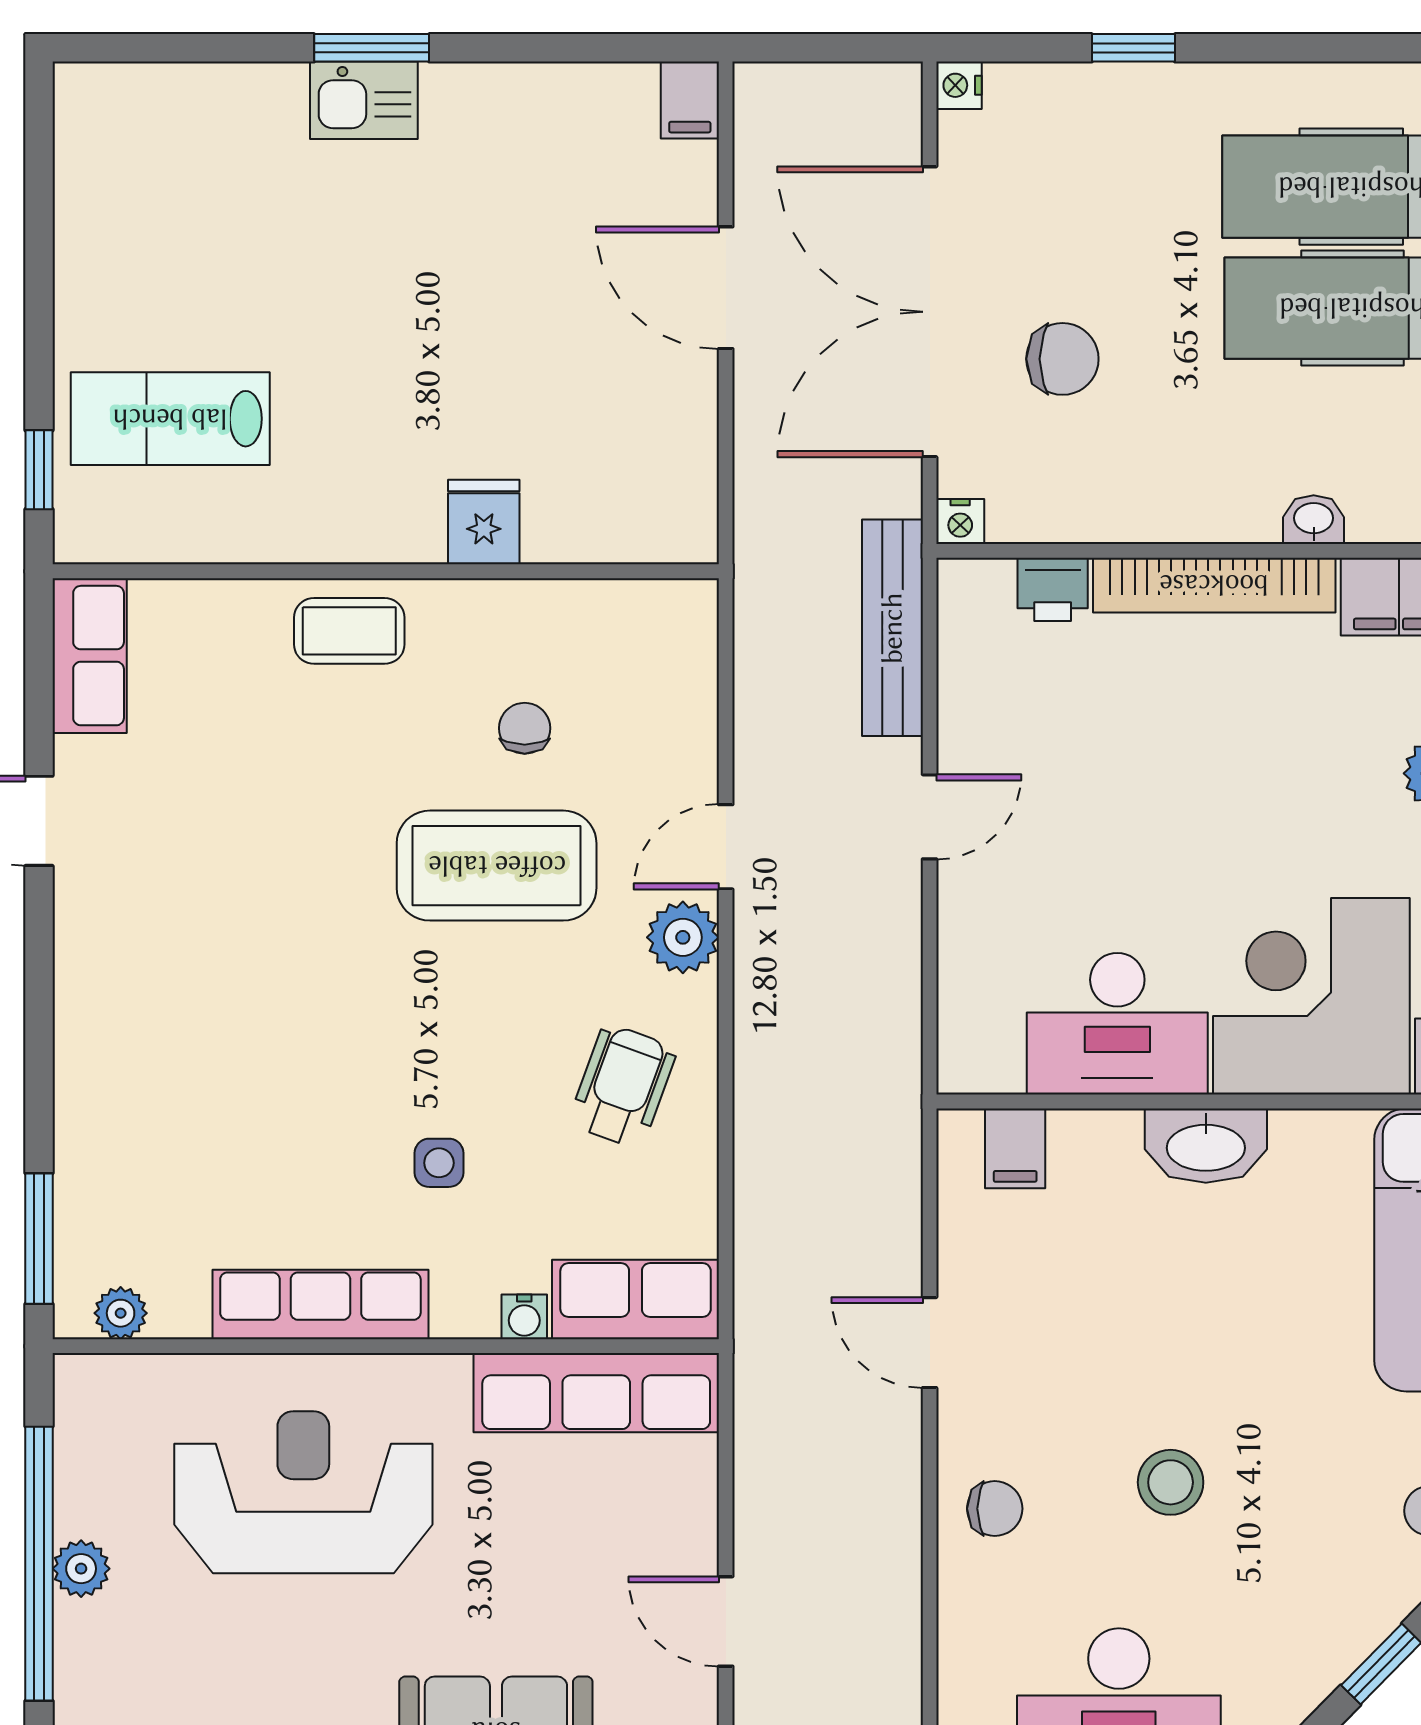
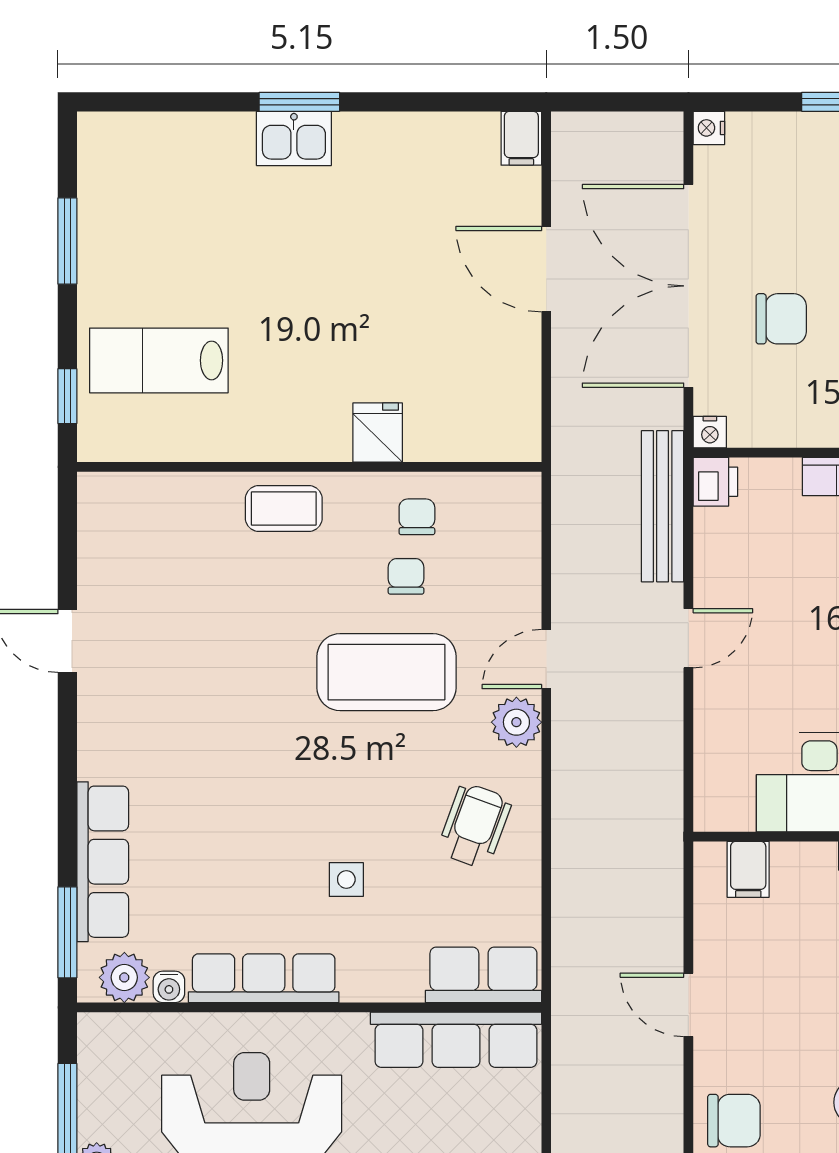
window: (39, 247) -> (67, 241), added
printer: (1053, 589) -> (715, 482), moved, turned -90
chair: (540, 643) -> (417, 517), added
row of seats: (90, 656) -> (103, 862), moved, width x1.48
plant: (121, 1313) -> (124, 977), width x1.38, depth x1.38
water cooler: (524, 1317) -> (169, 987), moved
chair: (995, 1509) -> (734, 1121), width x1.37, depth x1.37

